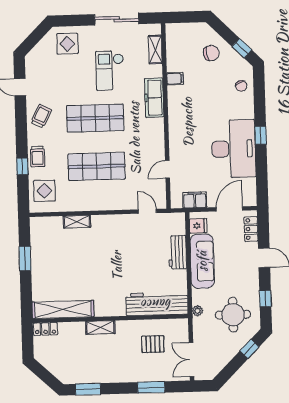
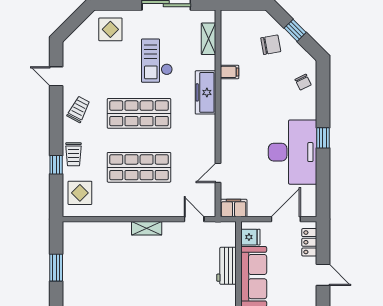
window: (242, 48) -> (295, 30), moved
filing cabinet: (195, 200) -> (234, 208), moved
shelving: (77, 222) -> (147, 228), moved

